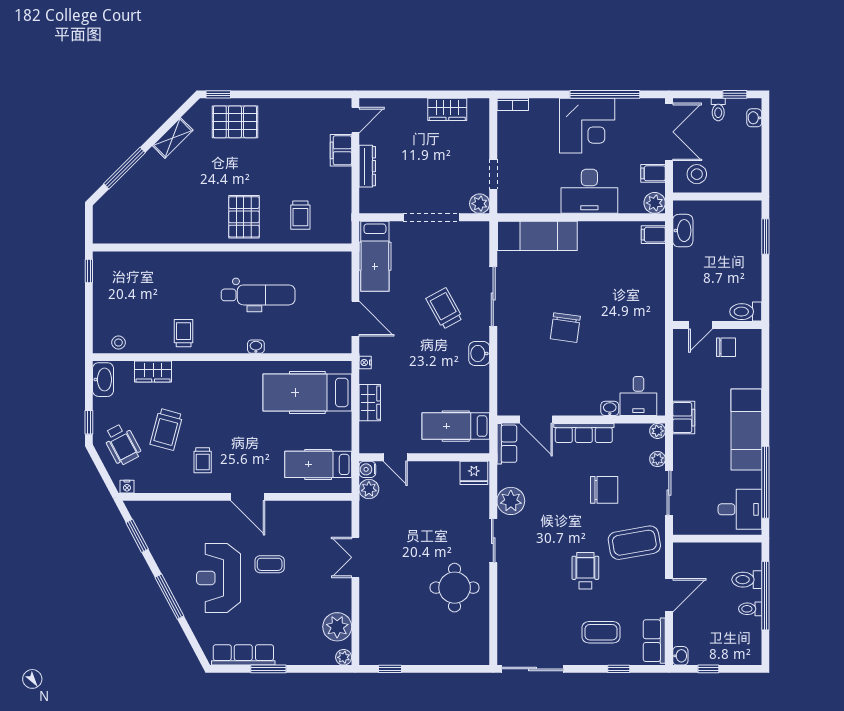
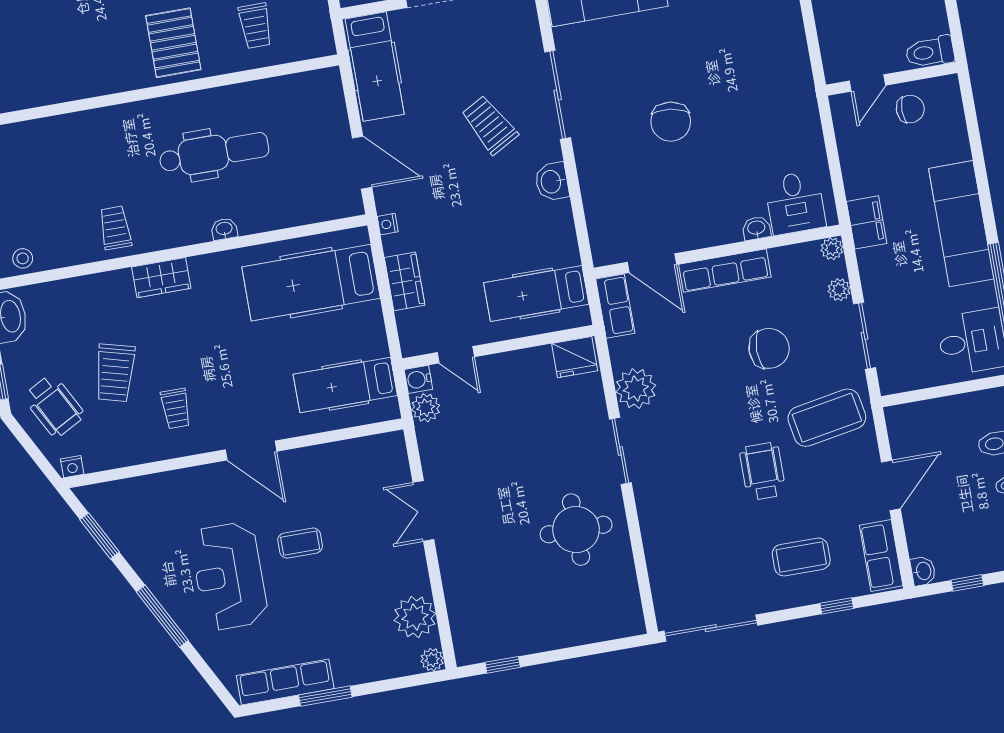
wardrobe: (153, 372) -> (161, 278), moved

